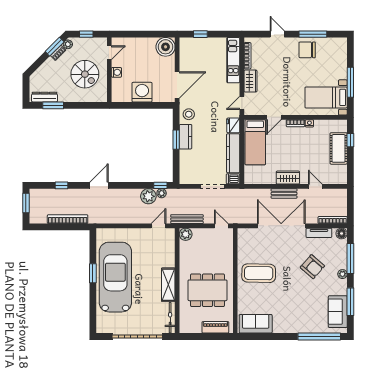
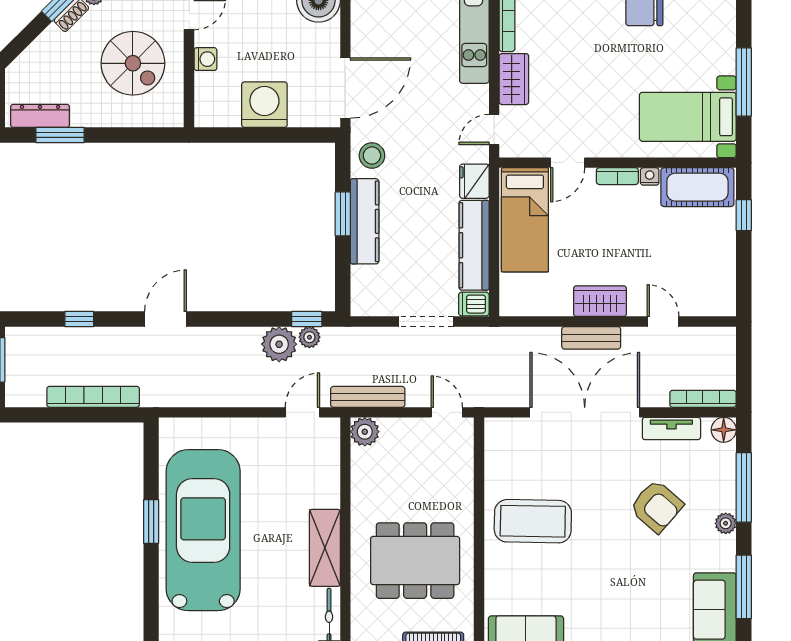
kitchen counter: (186, 137) -> (365, 221), width x1.50
cot: (339, 148) -> (697, 187), moved, turned 90

